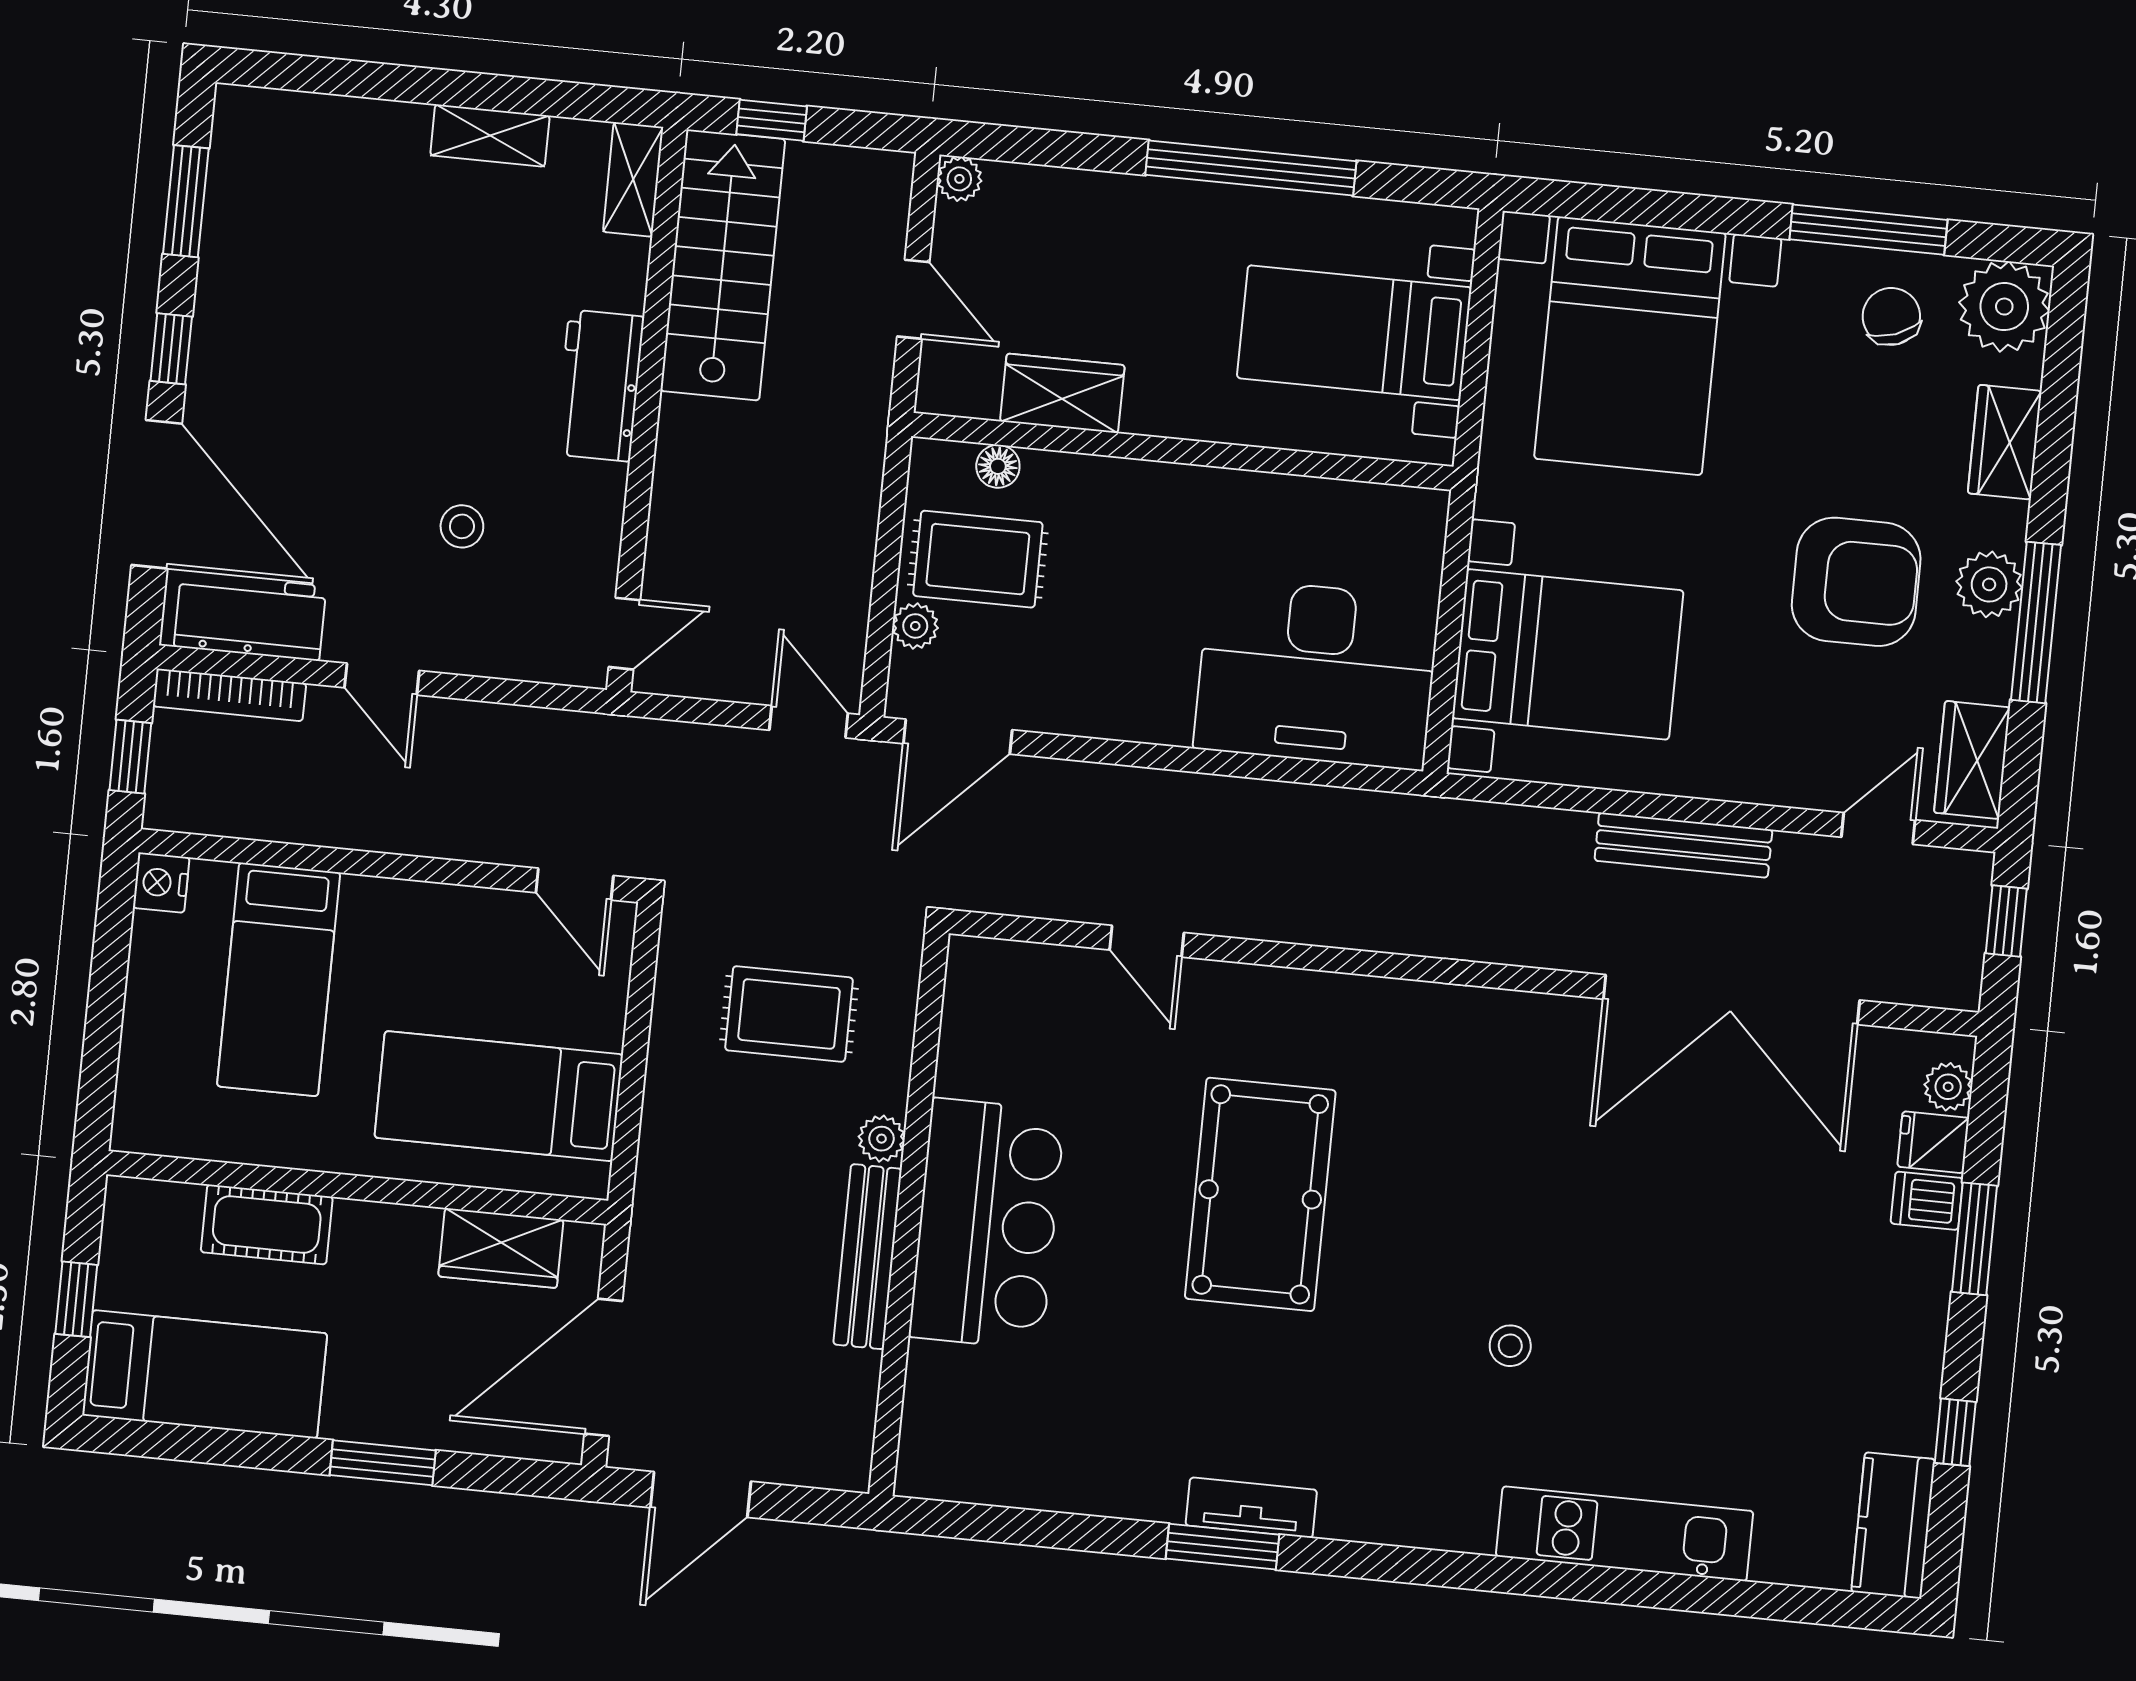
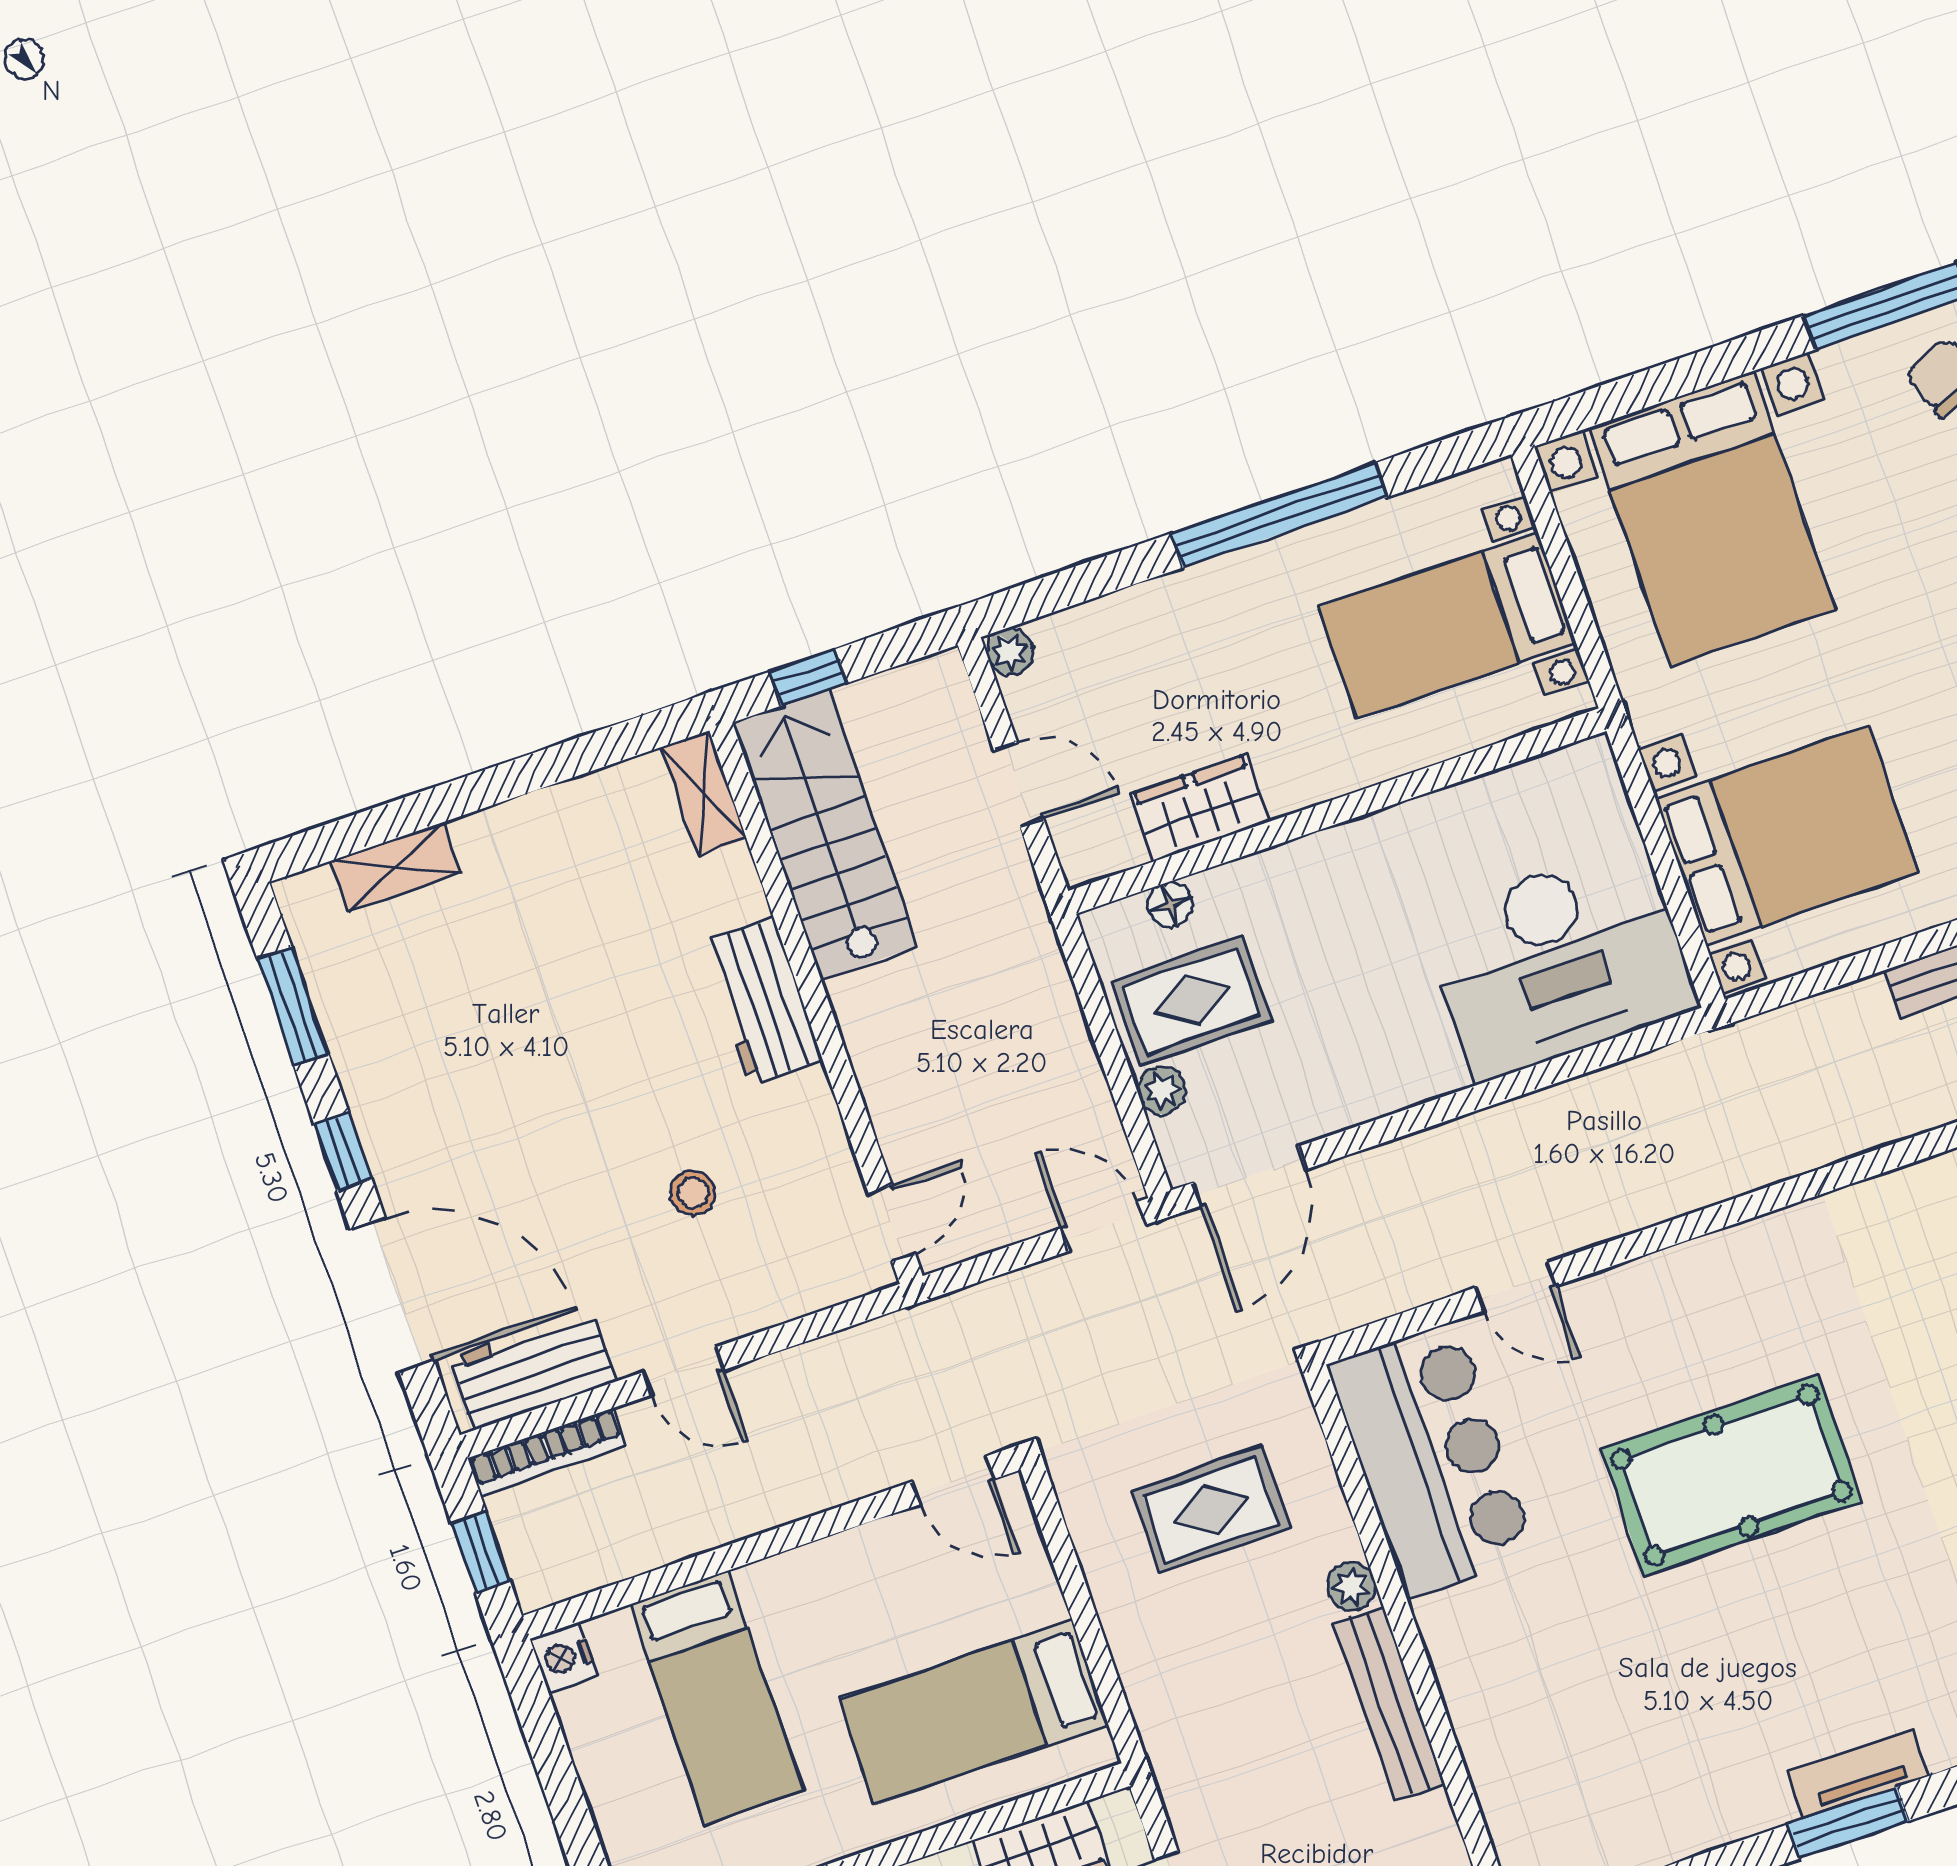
shelving: (490, 136) -> (395, 867), moved
pool table: (1260, 1194) -> (1731, 1475), turned 90
bar counter: (987, 1224) -> (1432, 1460), moved

